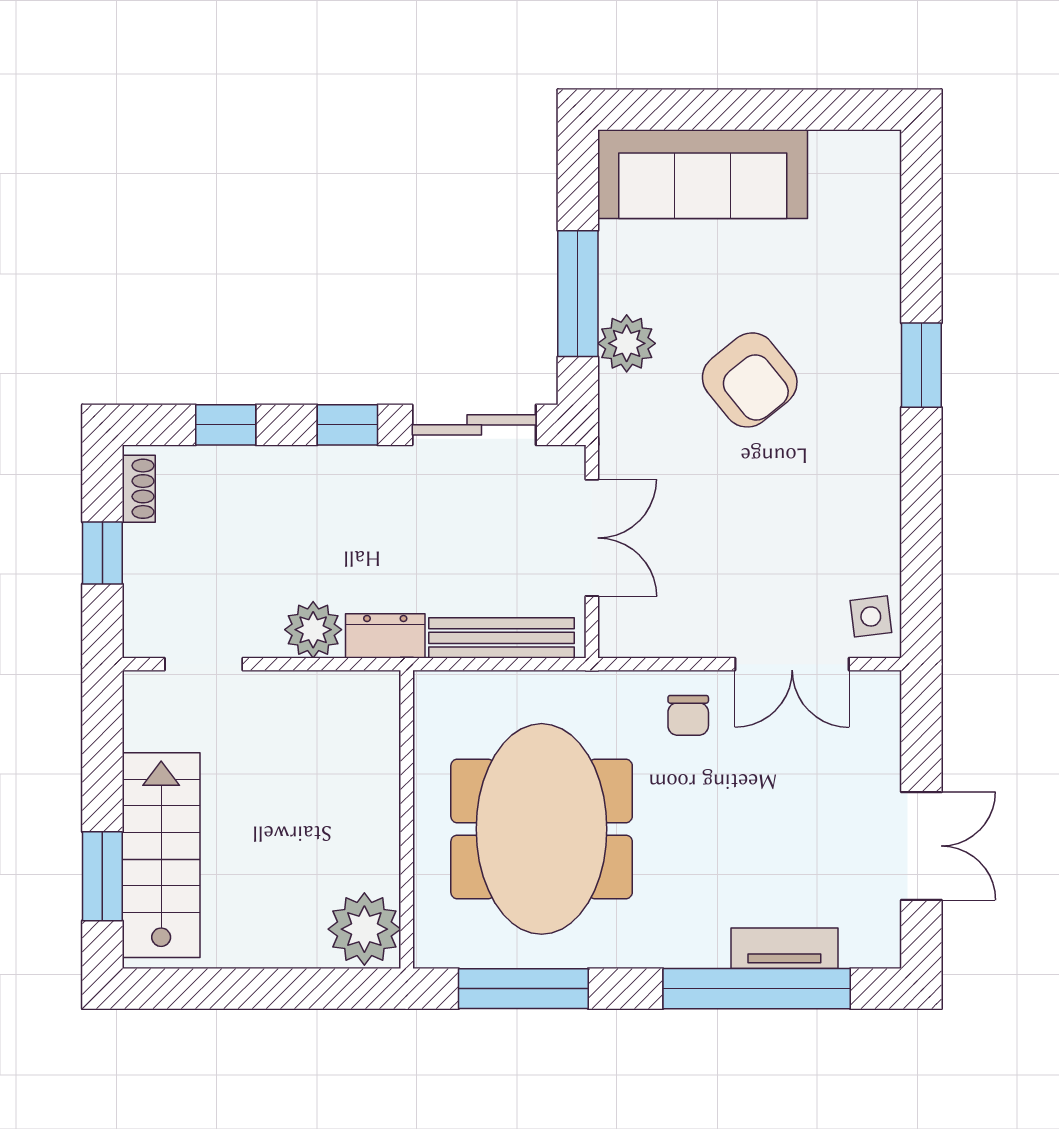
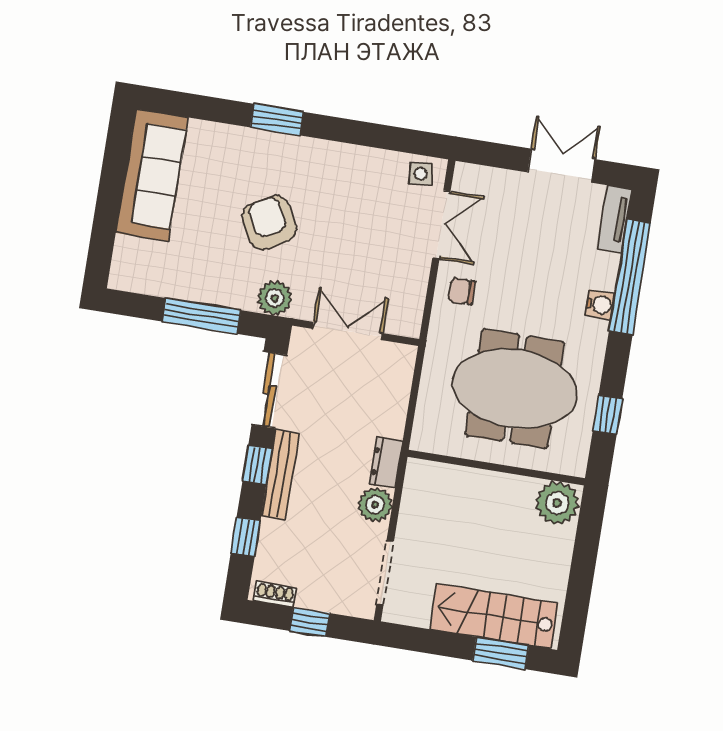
sofa: (703, 174) -> (152, 175), moved
plant: (627, 343) -> (275, 298), moved
armchair: (750, 380) -> (269, 223), turned -80
bench: (501, 638) -> (280, 474), moved
doorway: (204, 664) -> (385, 573), width x1.38
chair: (688, 715) -> (462, 291), turned 180
water cooler: (703, 947) -> (600, 305), added
tv unit: (784, 948) -> (615, 219), moved
window: (523, 989) -> (608, 415), width x0.46

